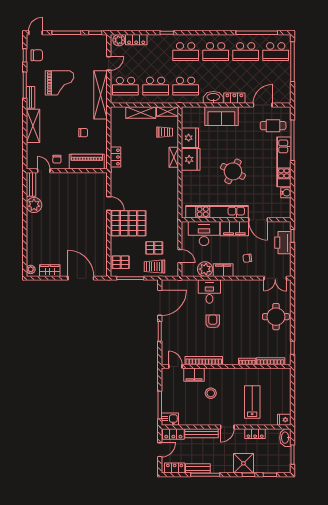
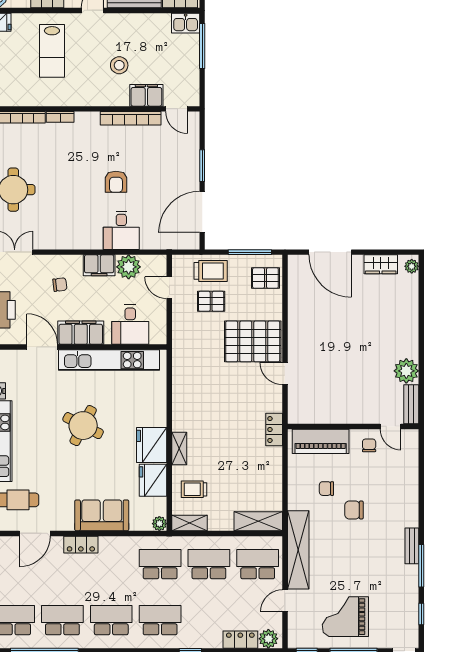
chair: (37, 55) -> (354, 510), moved
grand piano: (60, 83) -> (345, 617), moved
washbasin: (213, 97) -> (115, 546), removed
plant: (186, 111) -> (159, 524), added
shelving: (141, 112) -> (258, 521), moved
shelving: (33, 126) -> (408, 500), removed
locker: (115, 157) -> (274, 430), moved
desk: (204, 234) -> (130, 325), width x0.73

